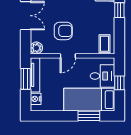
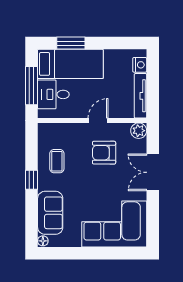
coffee table: (105, 44) -> (57, 161), moved
window: (26, 79) -> (153, 91), removed
window: (119, 83) -> (32, 86), width x2.17

